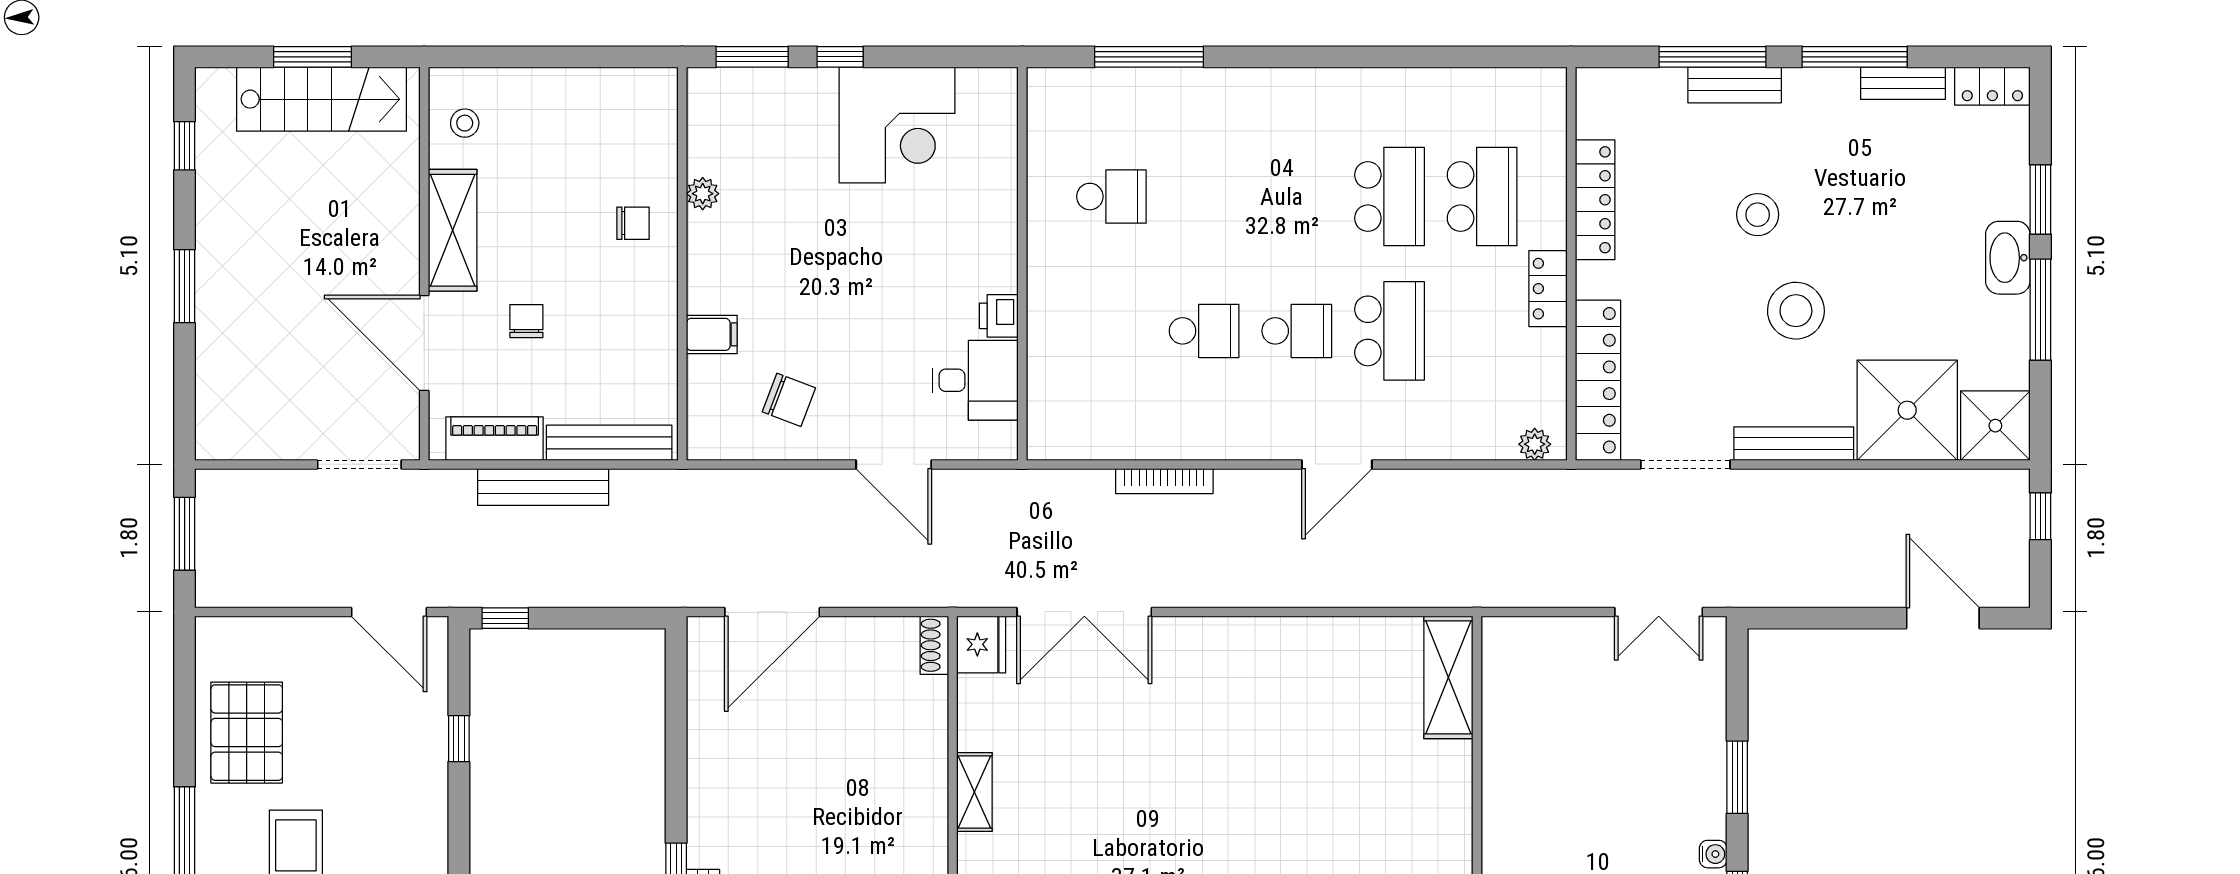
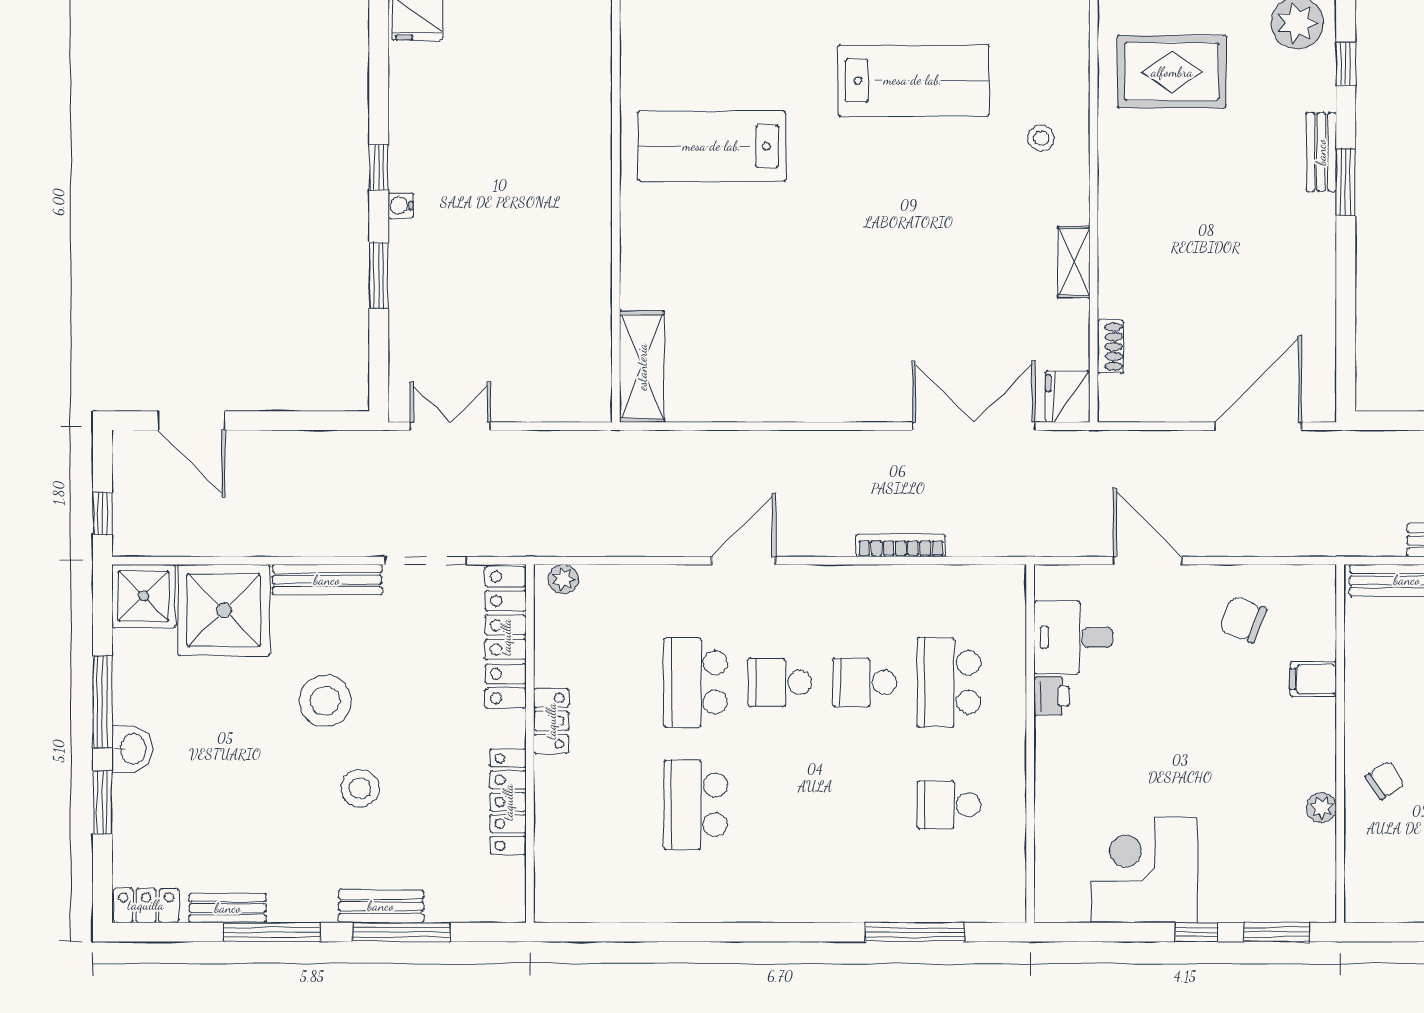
school desk: (1482, 197) -> (949, 682), moved
chair: (633, 223) -> (1385, 780), turned 146
washbasin: (2008, 258) -> (132, 749), width x0.72
shoe rack: (934, 645) -> (1110, 347), moved

